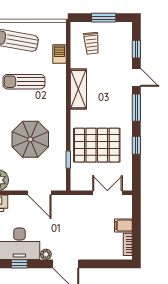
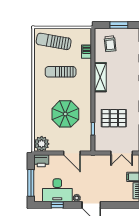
pallet: (97, 145) -> (114, 118), width x0.73, depth x0.71
double door: (107, 193) -> (122, 153), swing flipped

